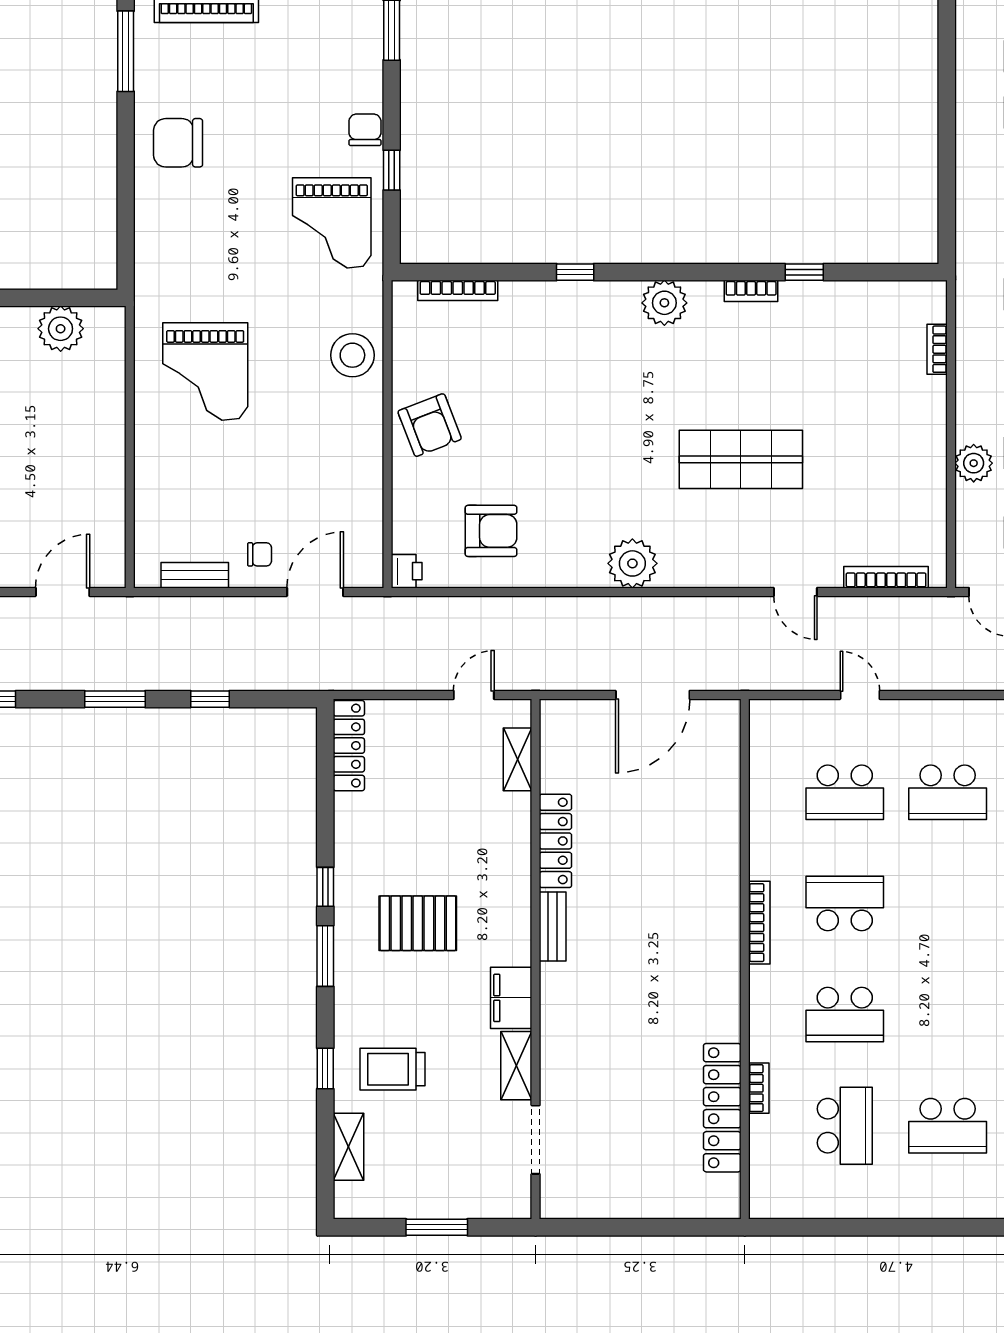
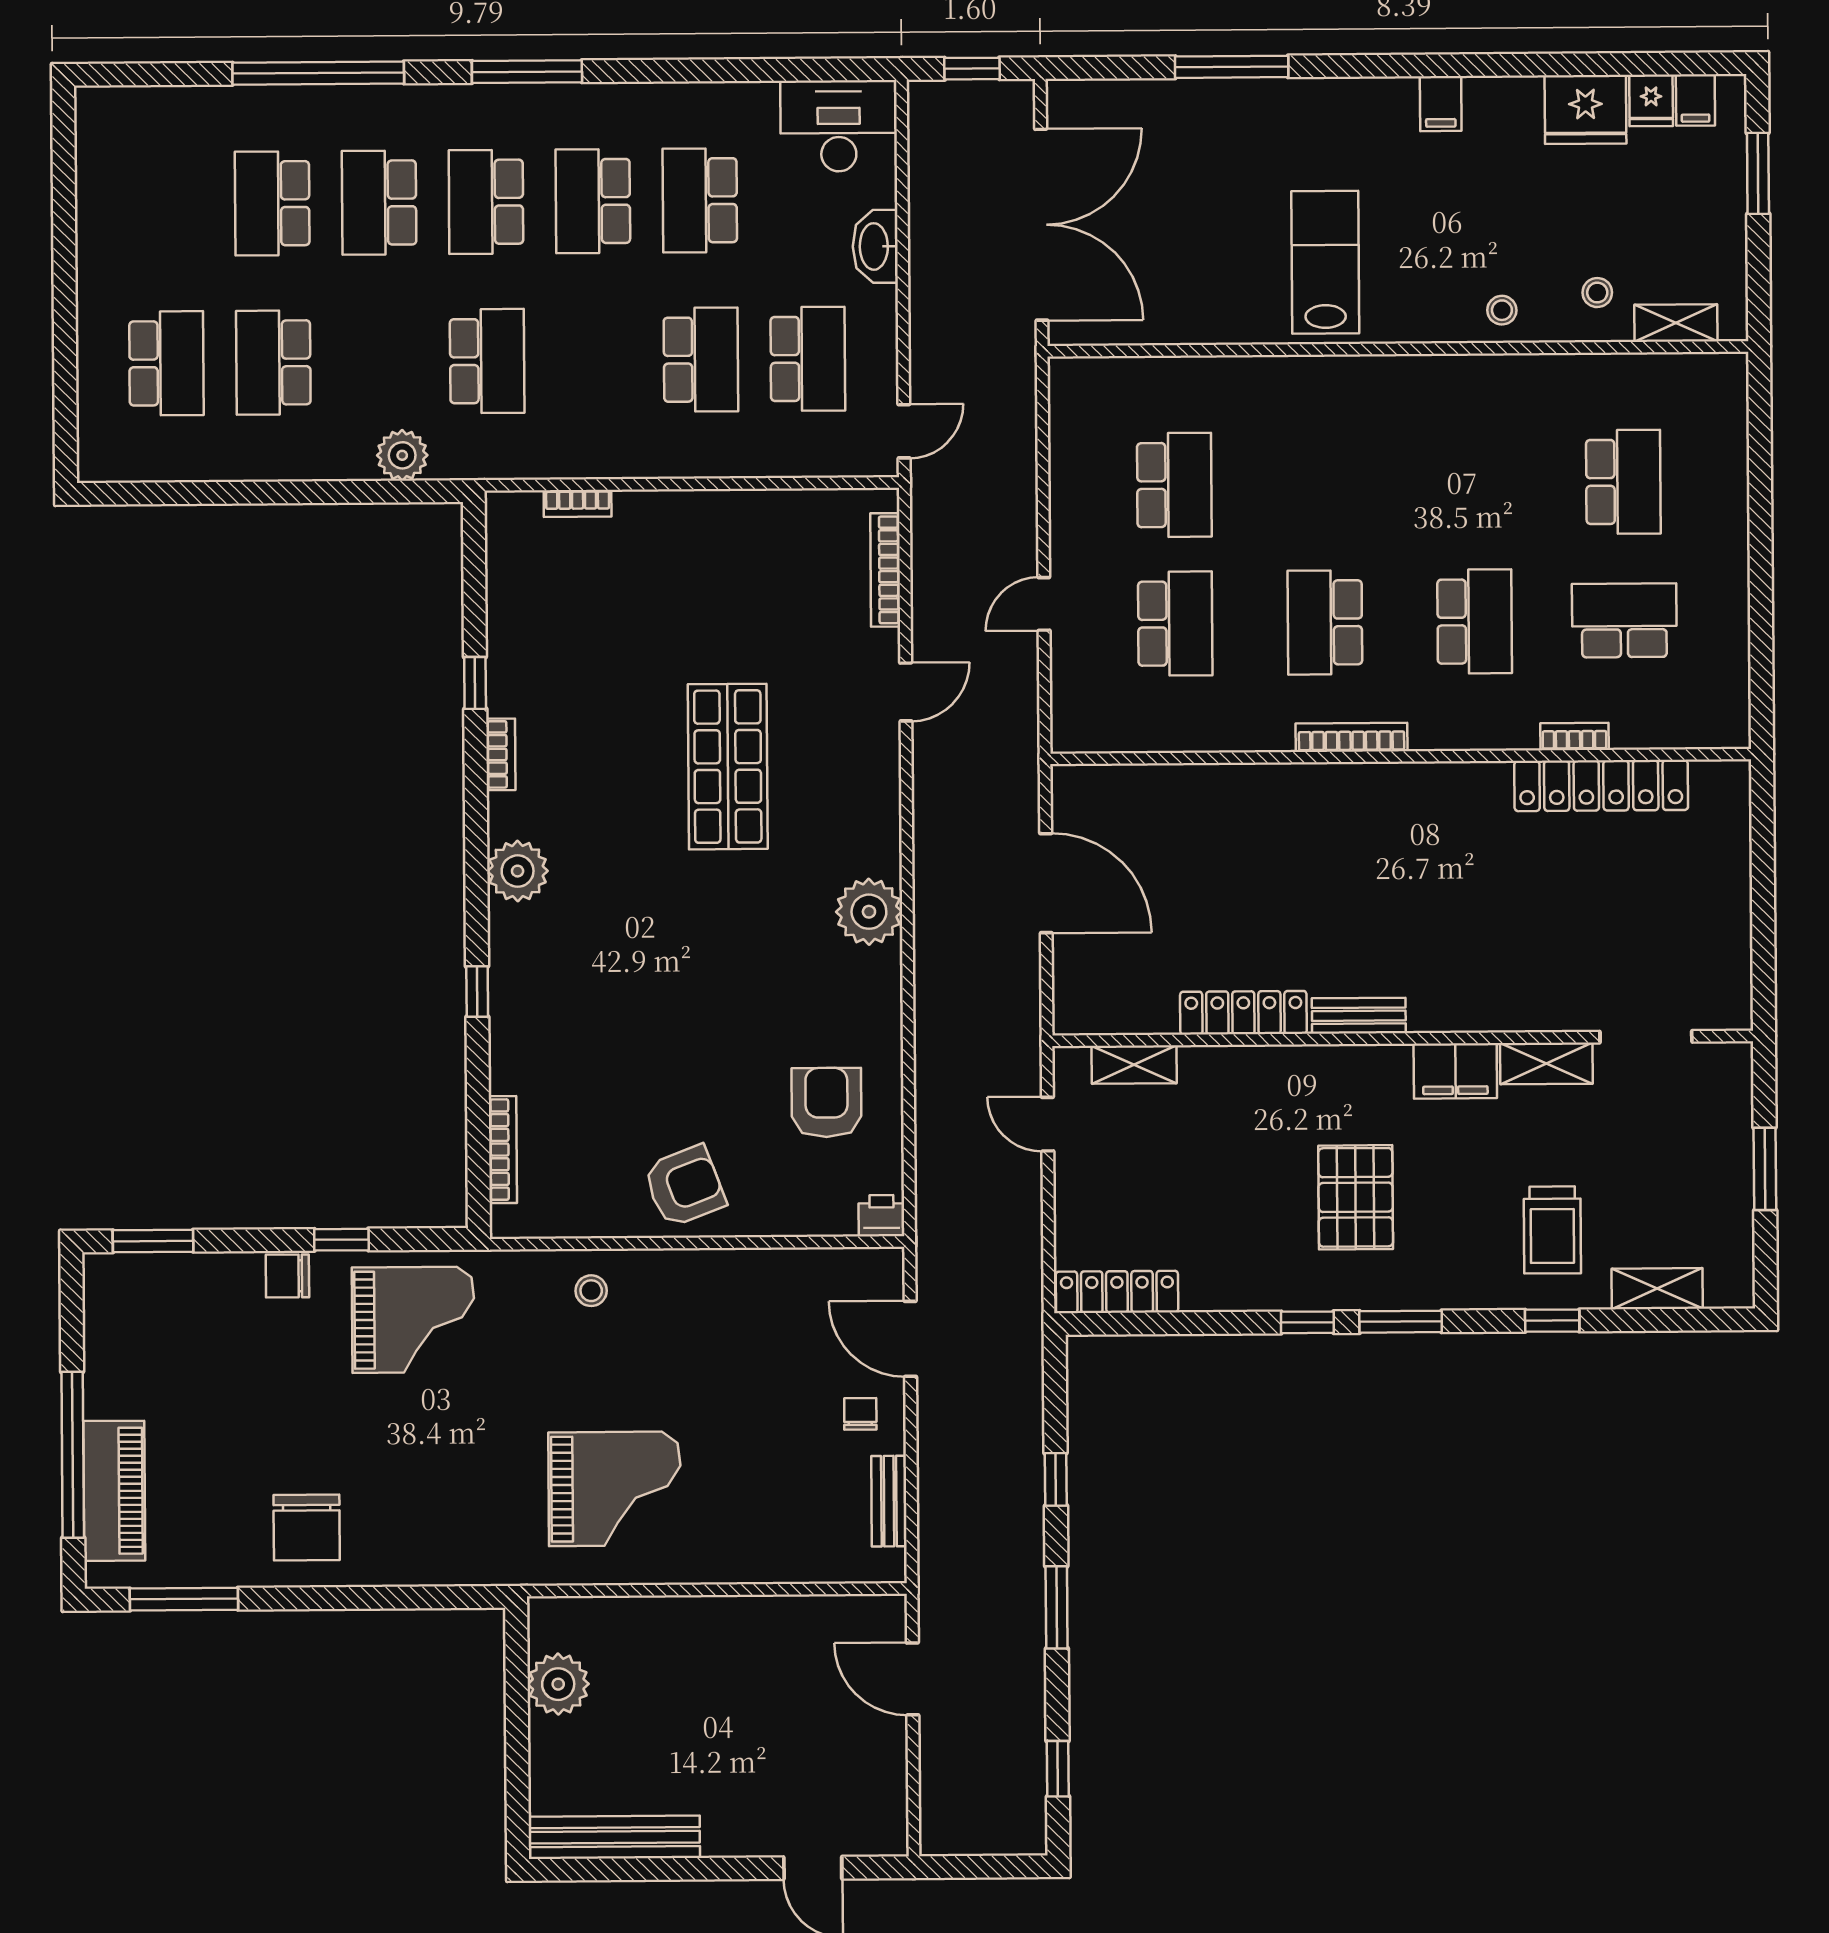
stool: (352, 355) -> (591, 1291), width x0.53, depth x0.53
plant: (974, 463) -> (402, 455), moved

